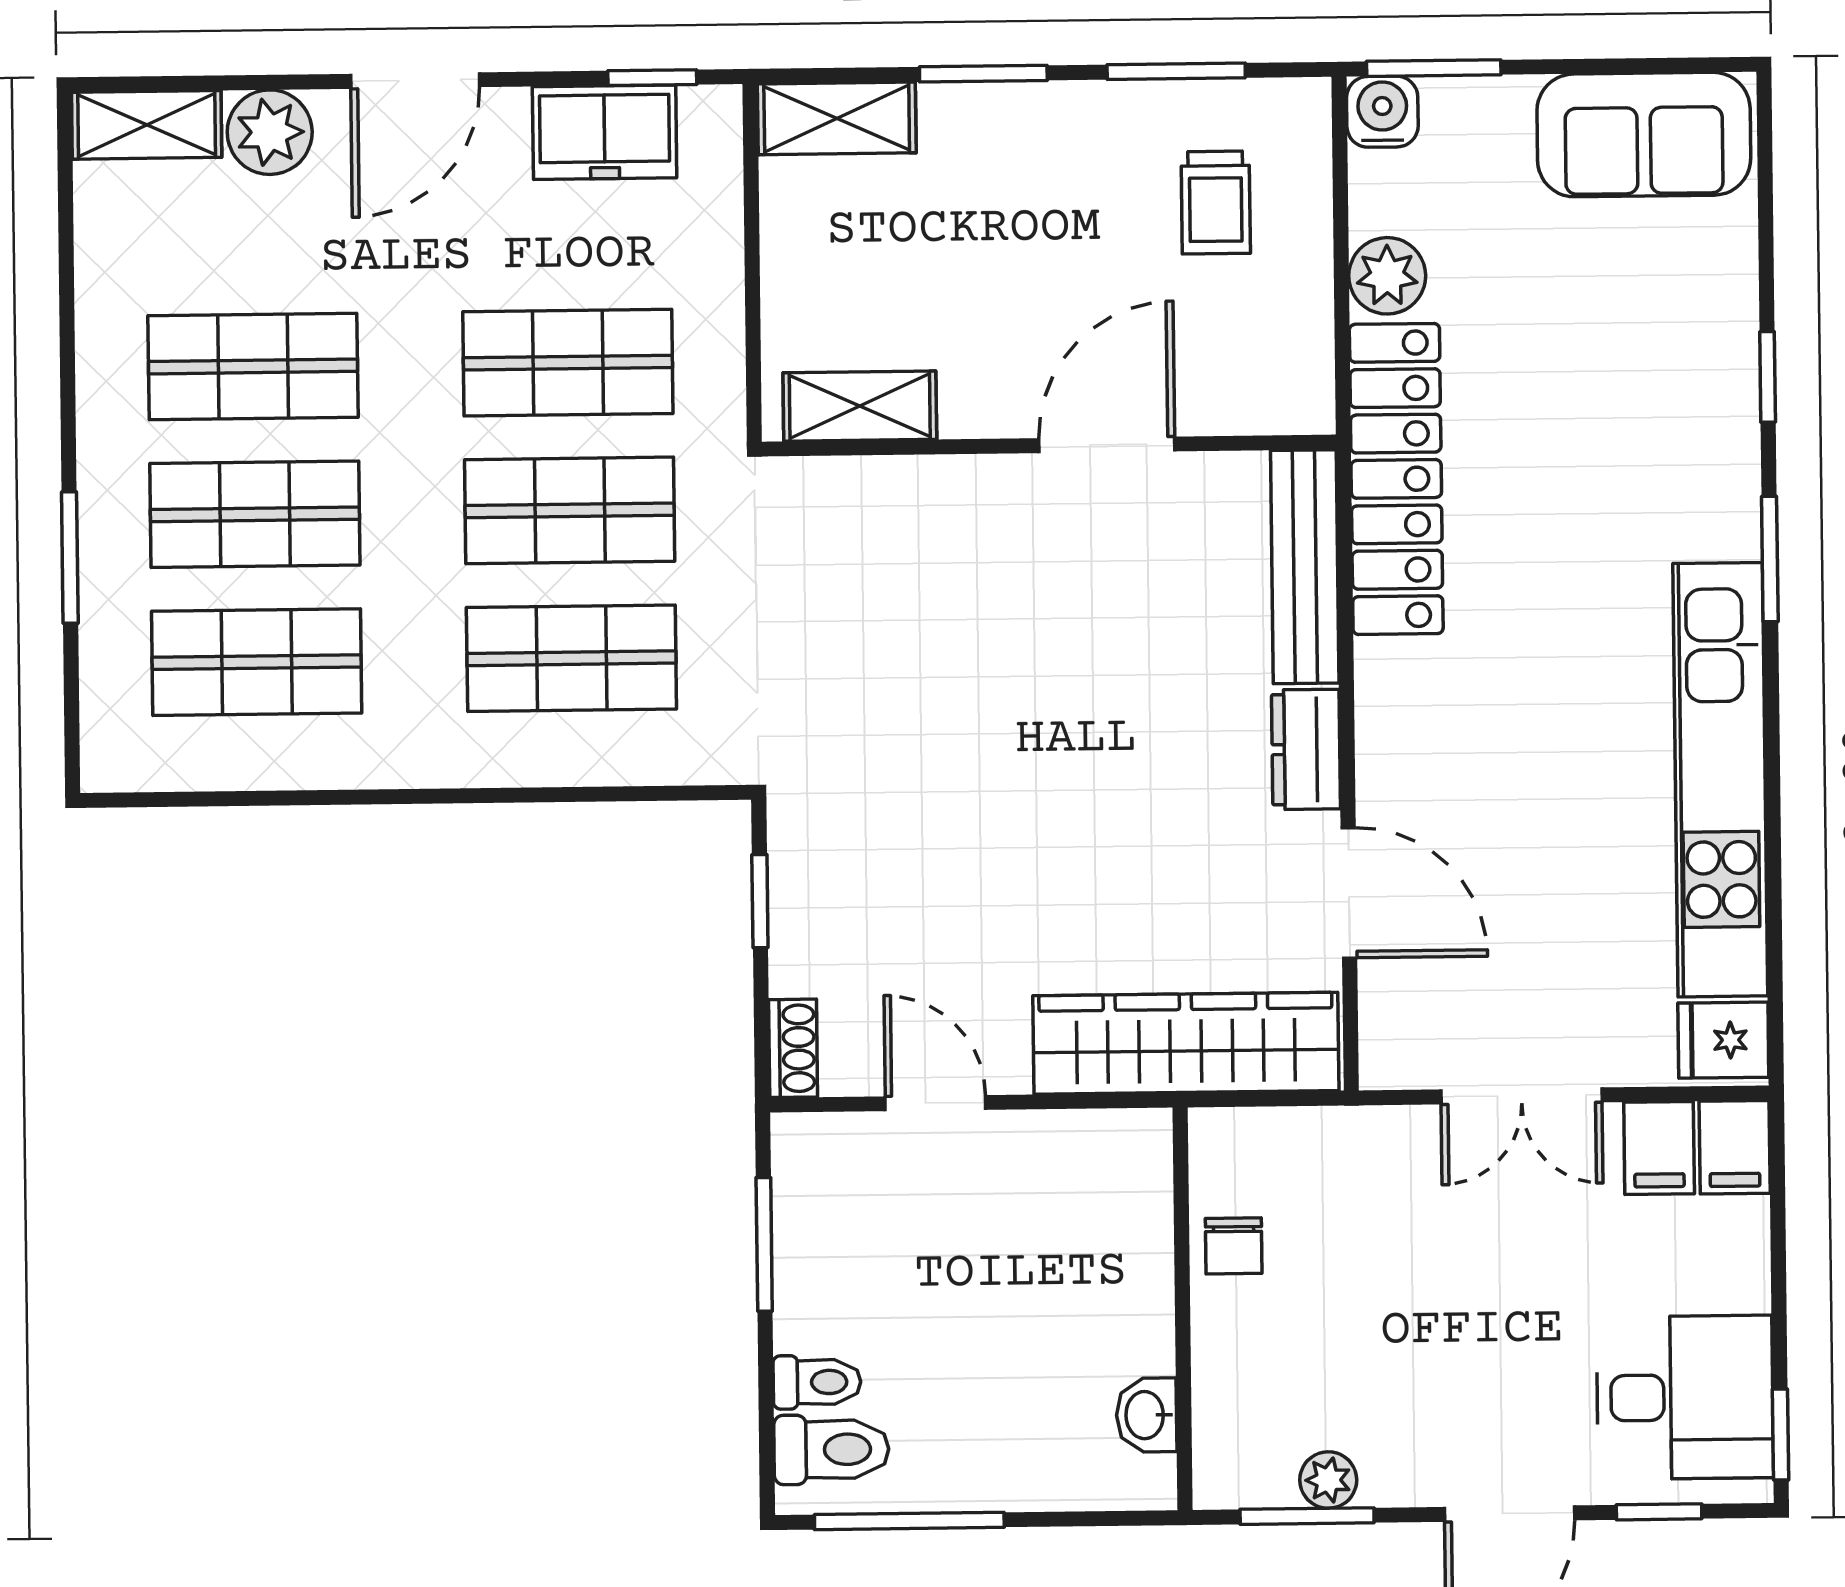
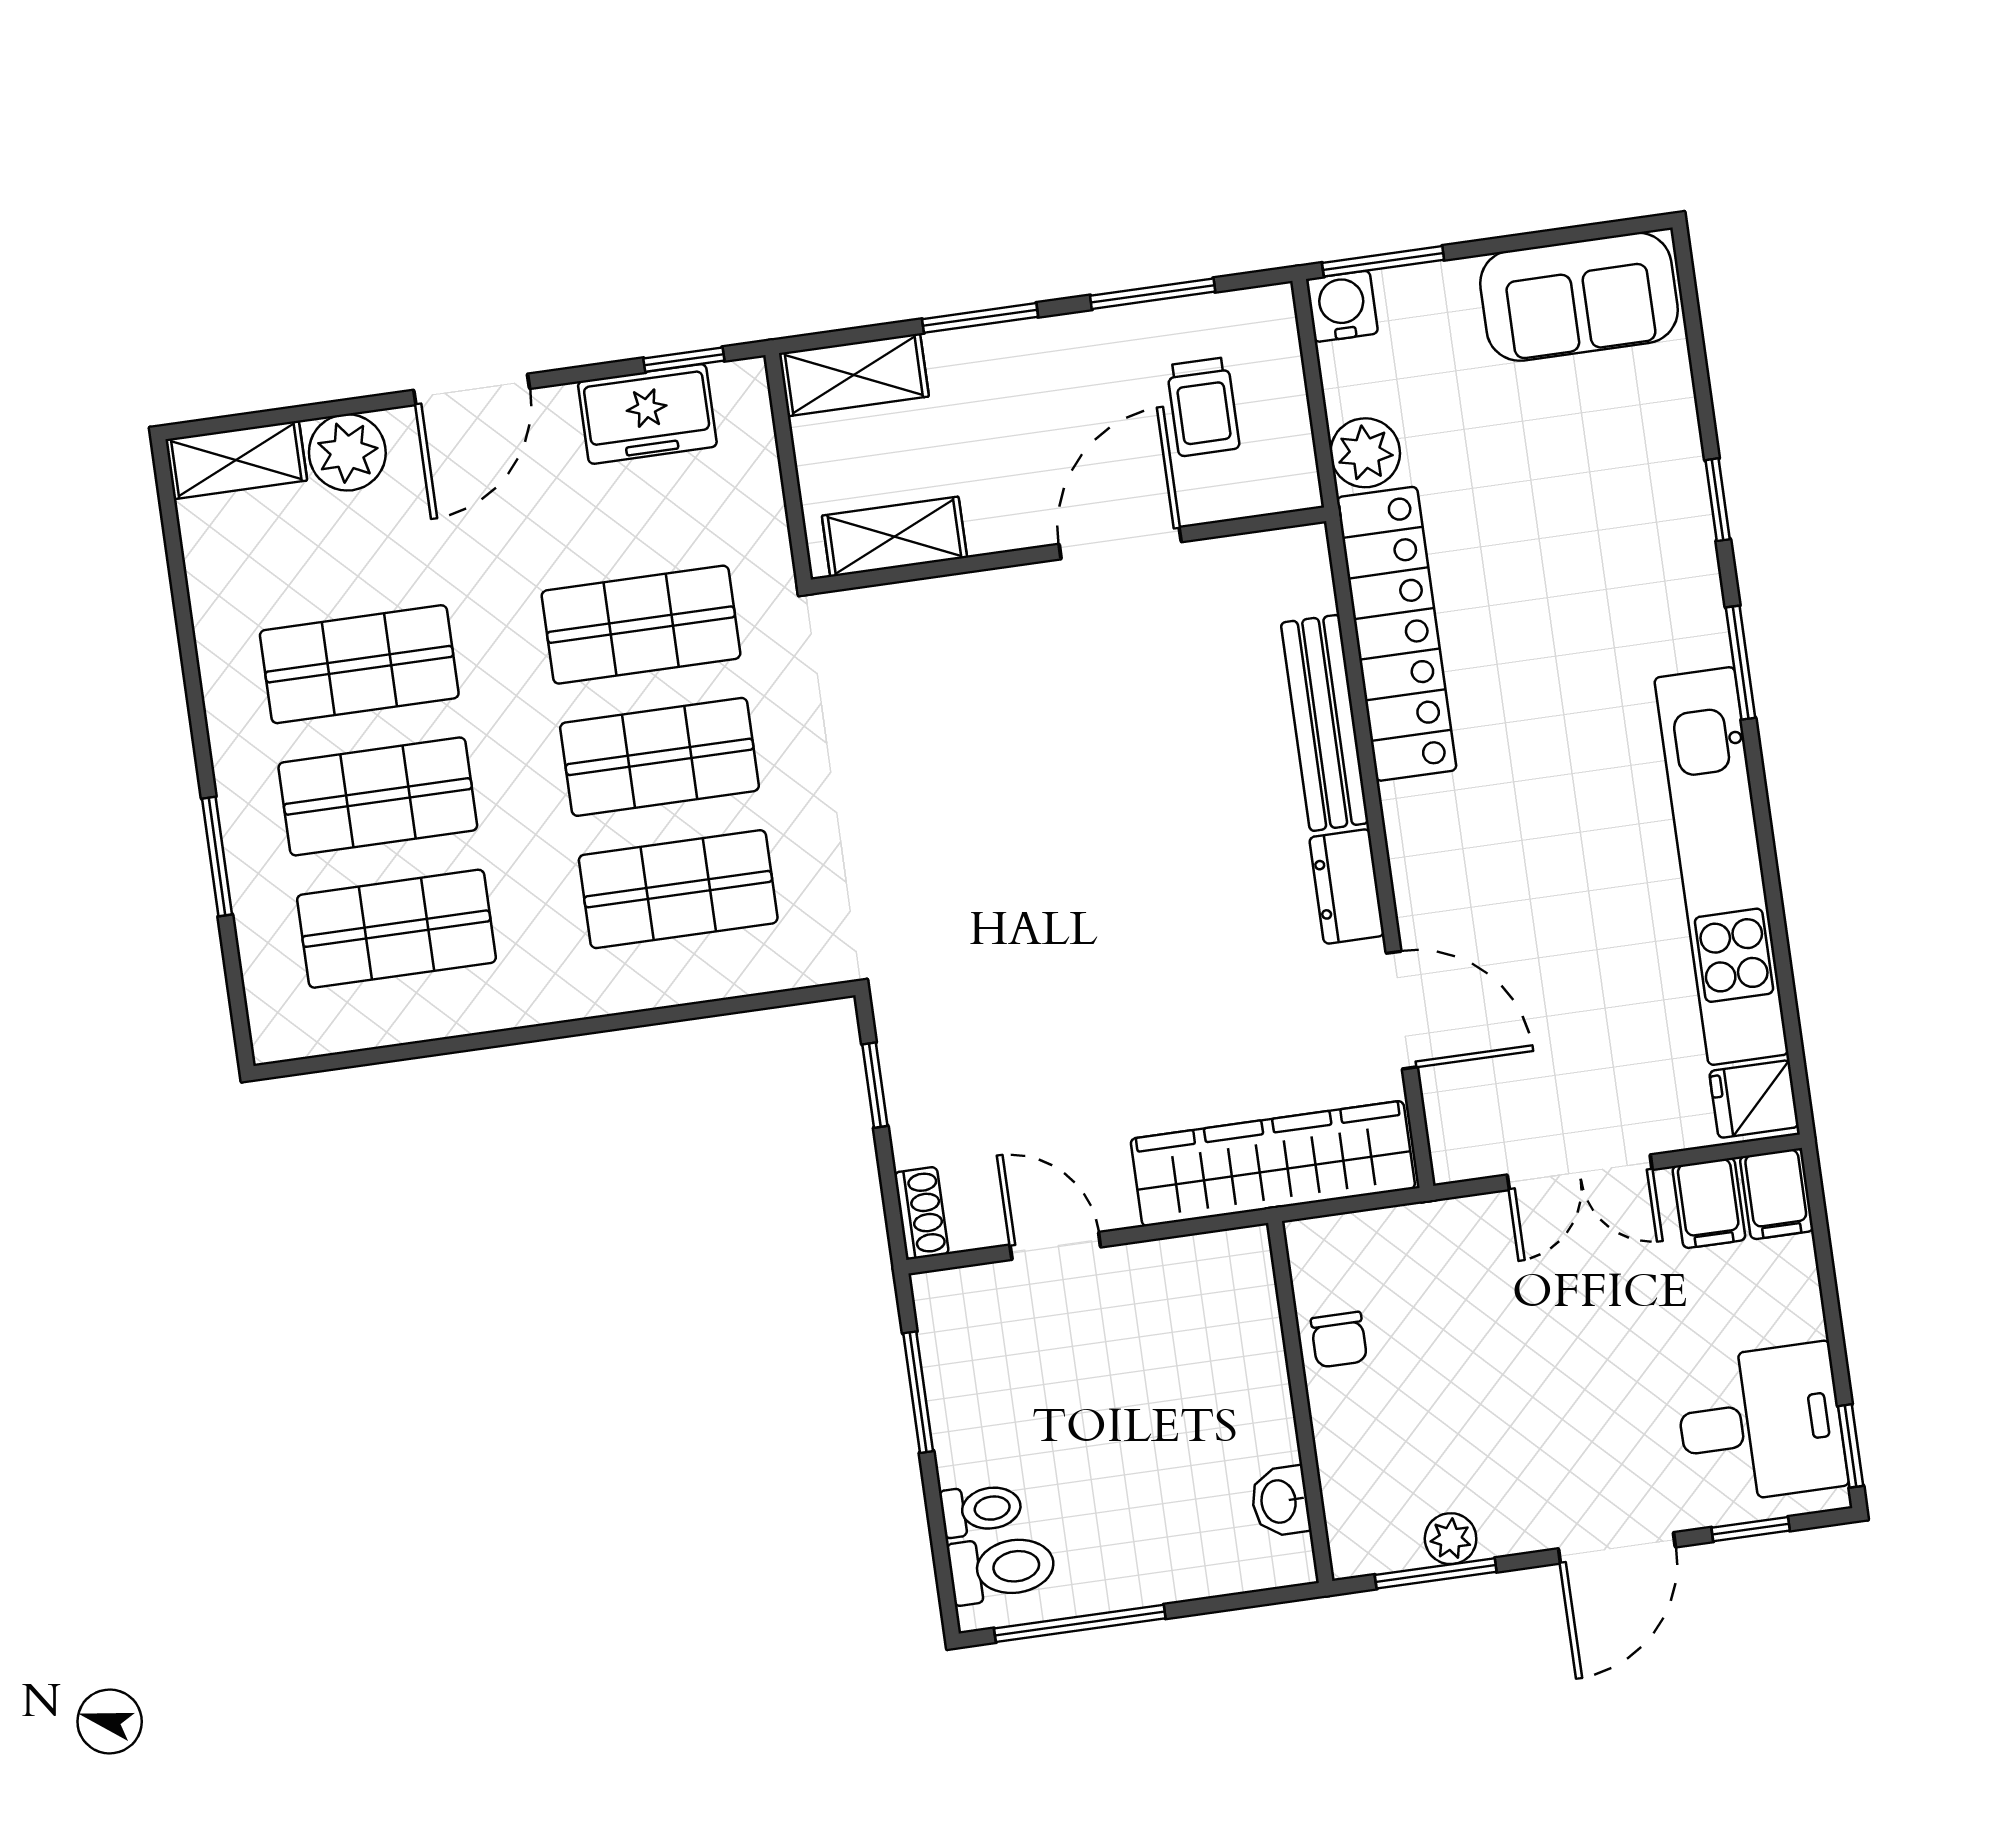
shelving: (860, 406) -> (894, 537), moved
door: (1107, 445) -> (1120, 543), moved
wall: (1049, 446) -> (1068, 550), moved

